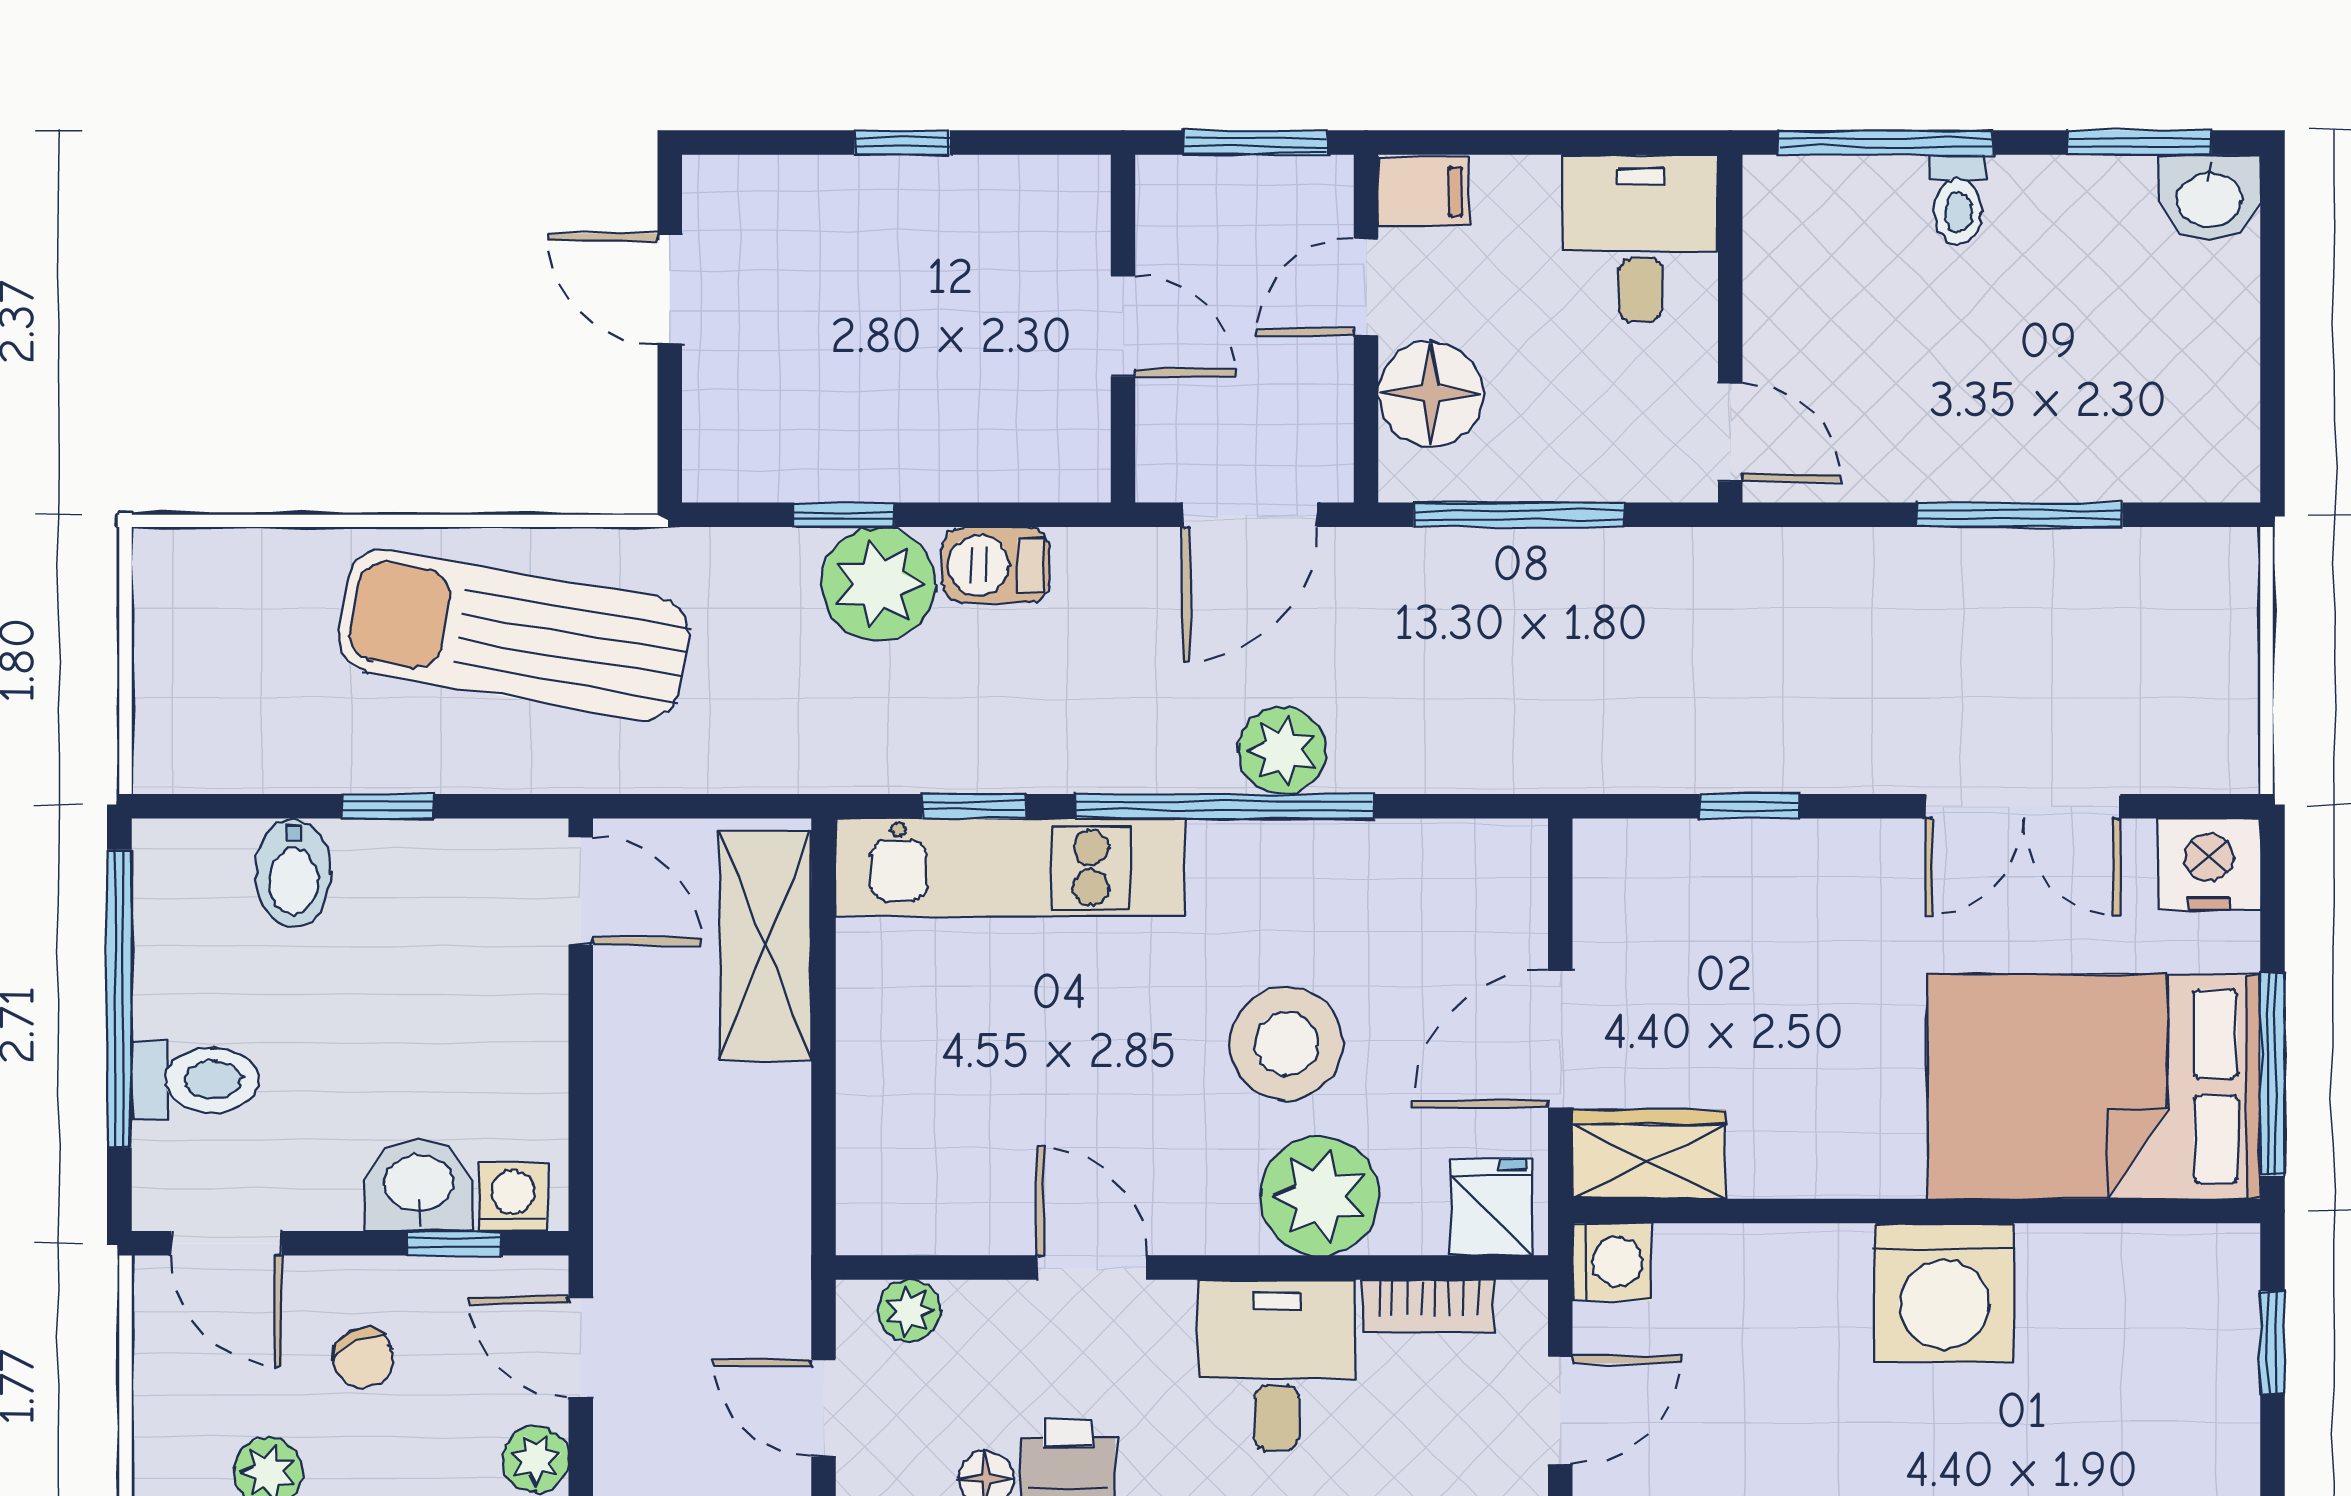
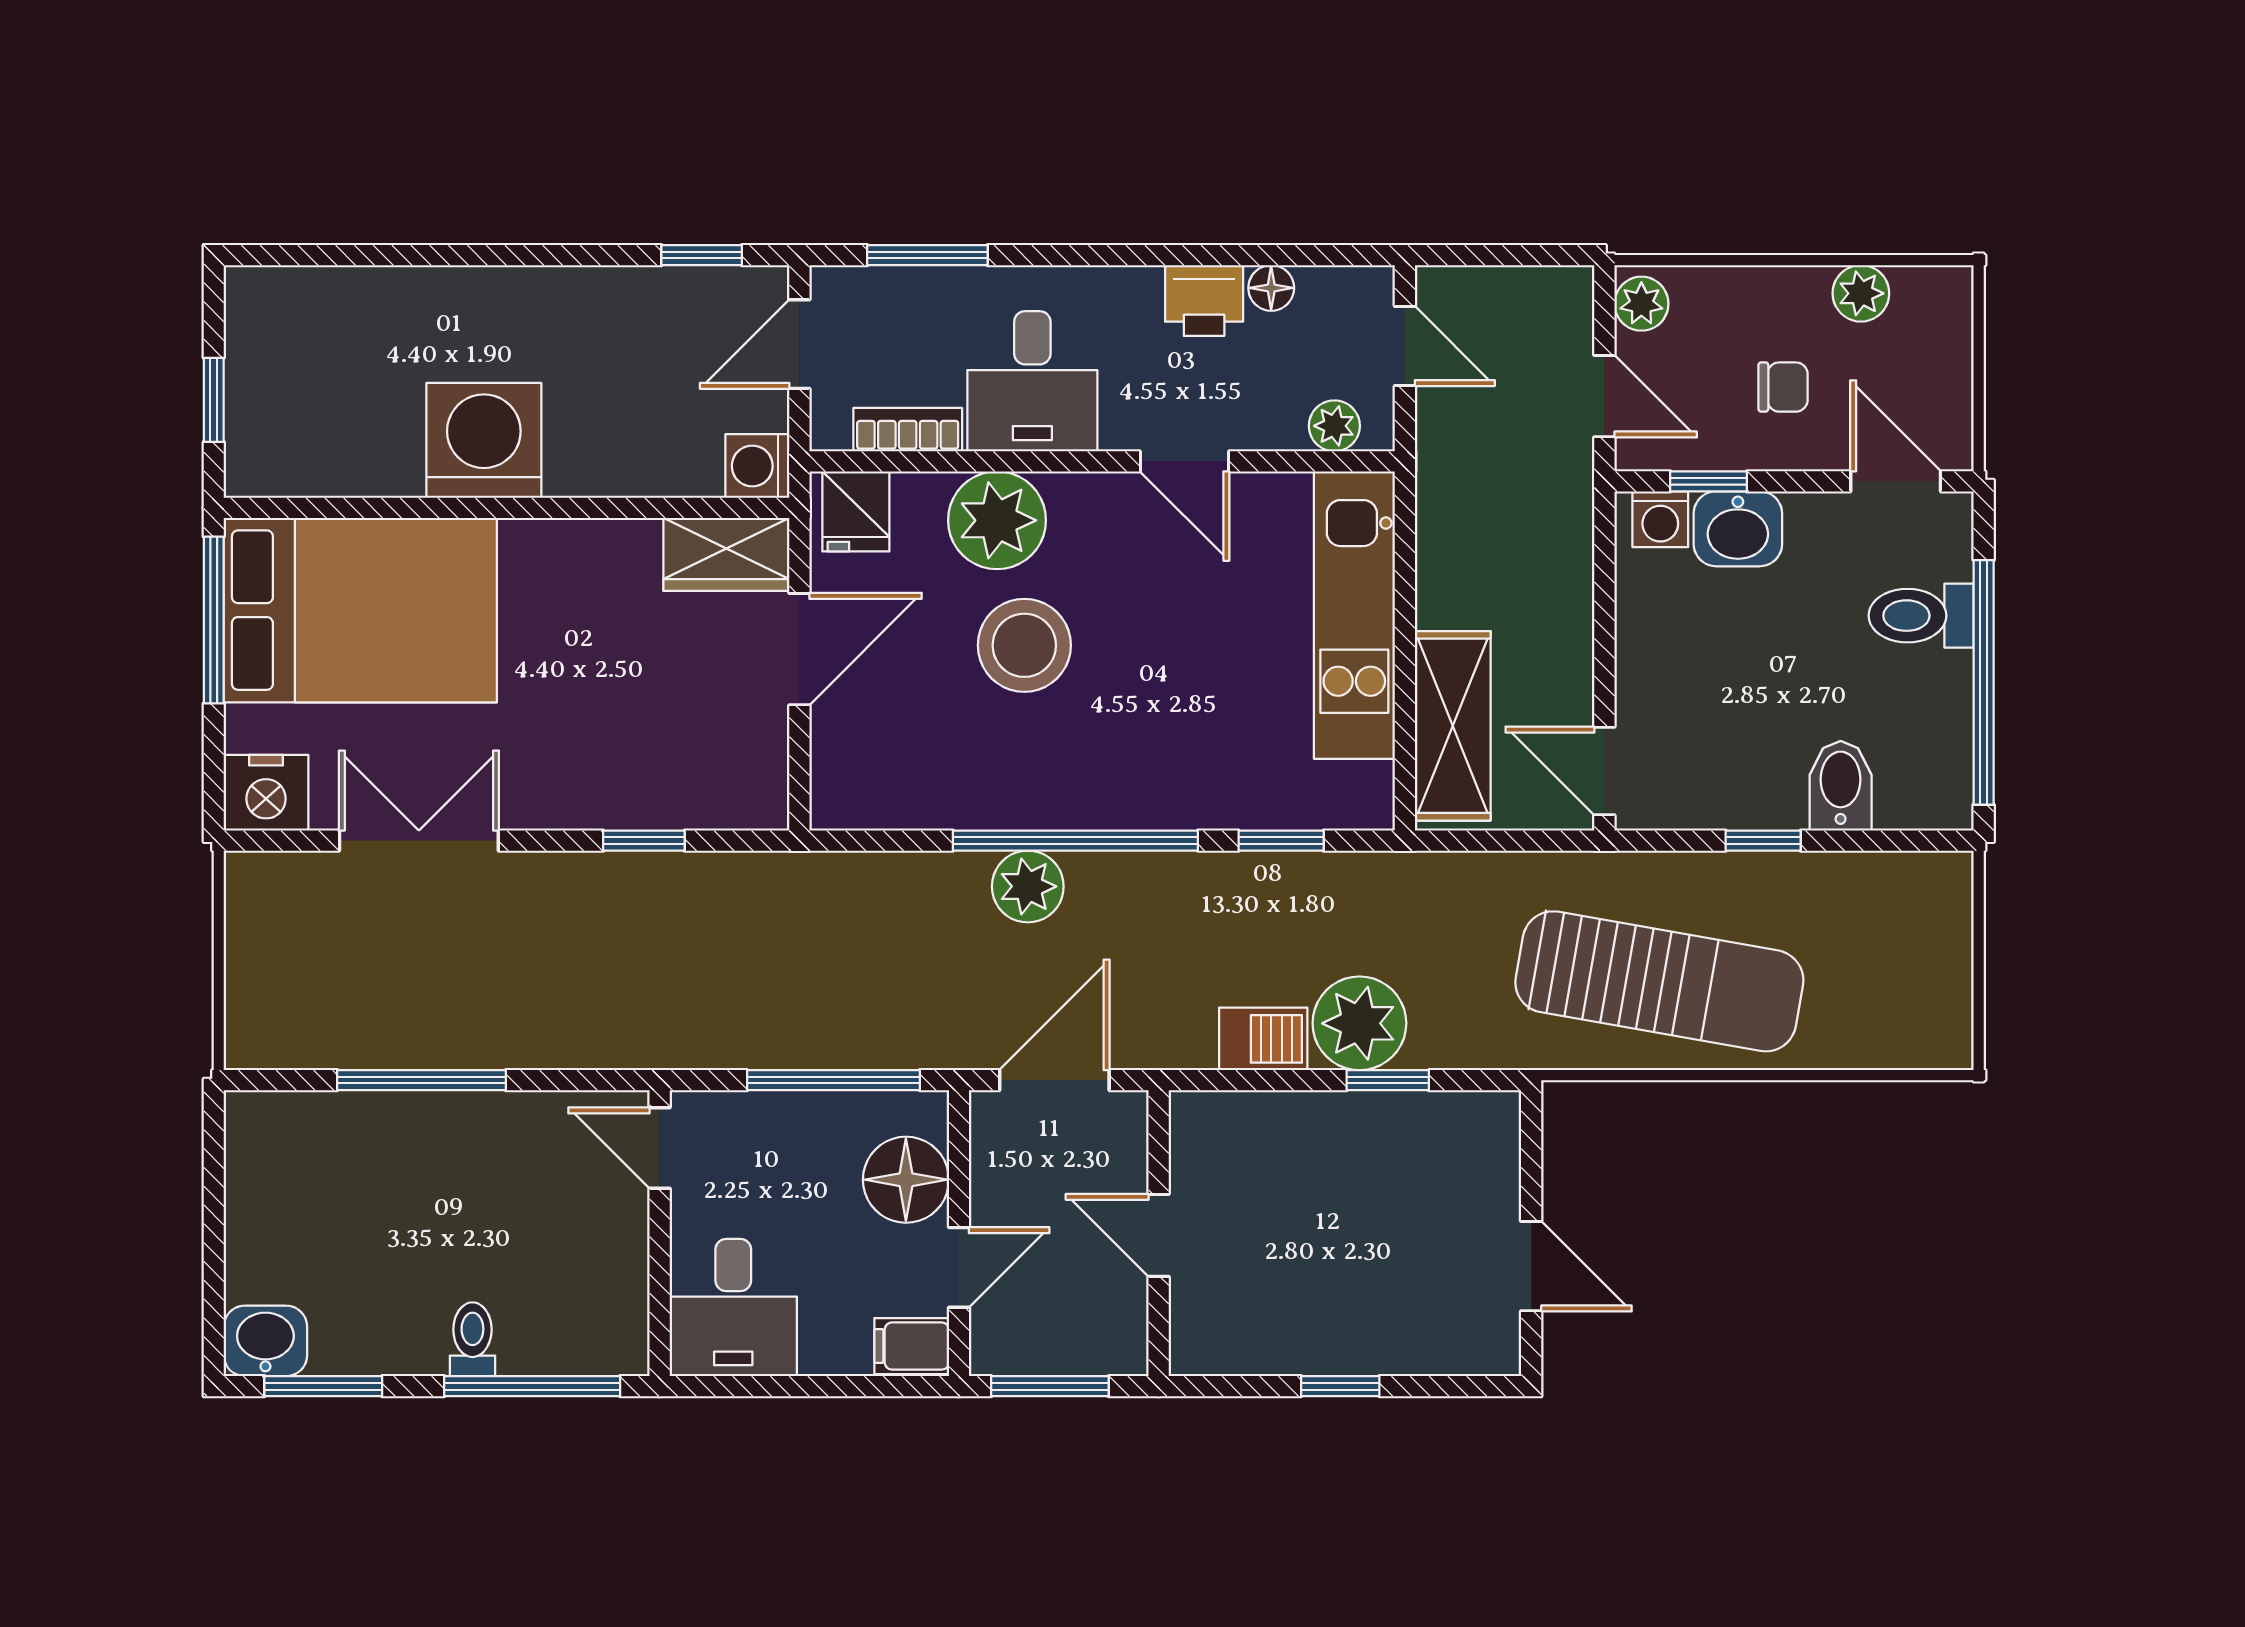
kitchen unit: (1011, 868) -> (1354, 615), moved, turned -90
chair: (363, 1358) -> (1783, 387), turned 116

